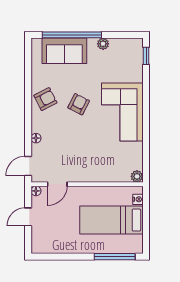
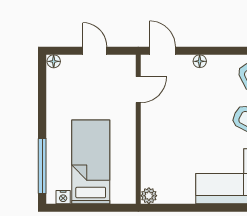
door: (57, 184) -> (138, 90), swing flipped
floor lamp: (36, 191) -> (54, 61), moved
nightstand: (138, 199) -> (63, 197), moved

